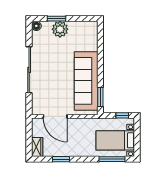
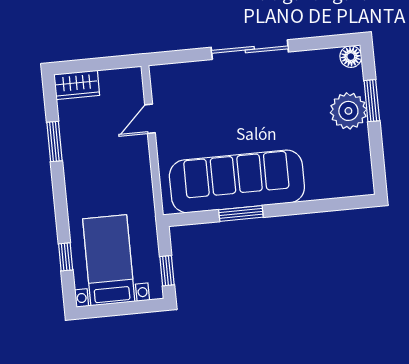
sliding door: (29, 70) -> (250, 50), width x0.73
window: (100, 97) -> (241, 213), moved
door: (55, 116) -> (150, 119), width x0.53
window: (112, 159) -> (66, 257), width x0.46

